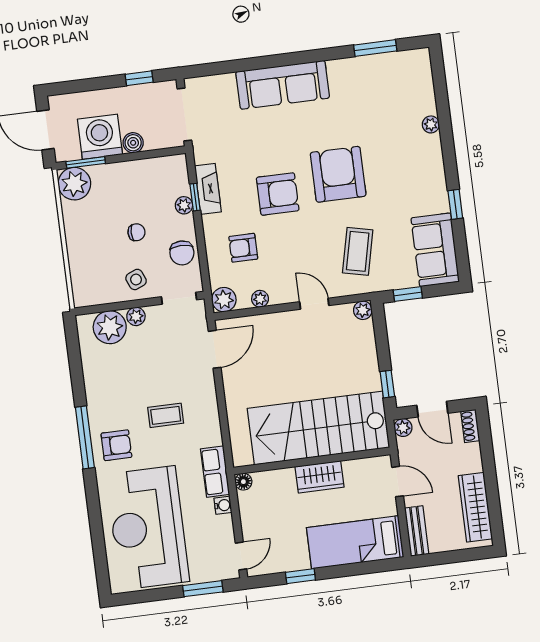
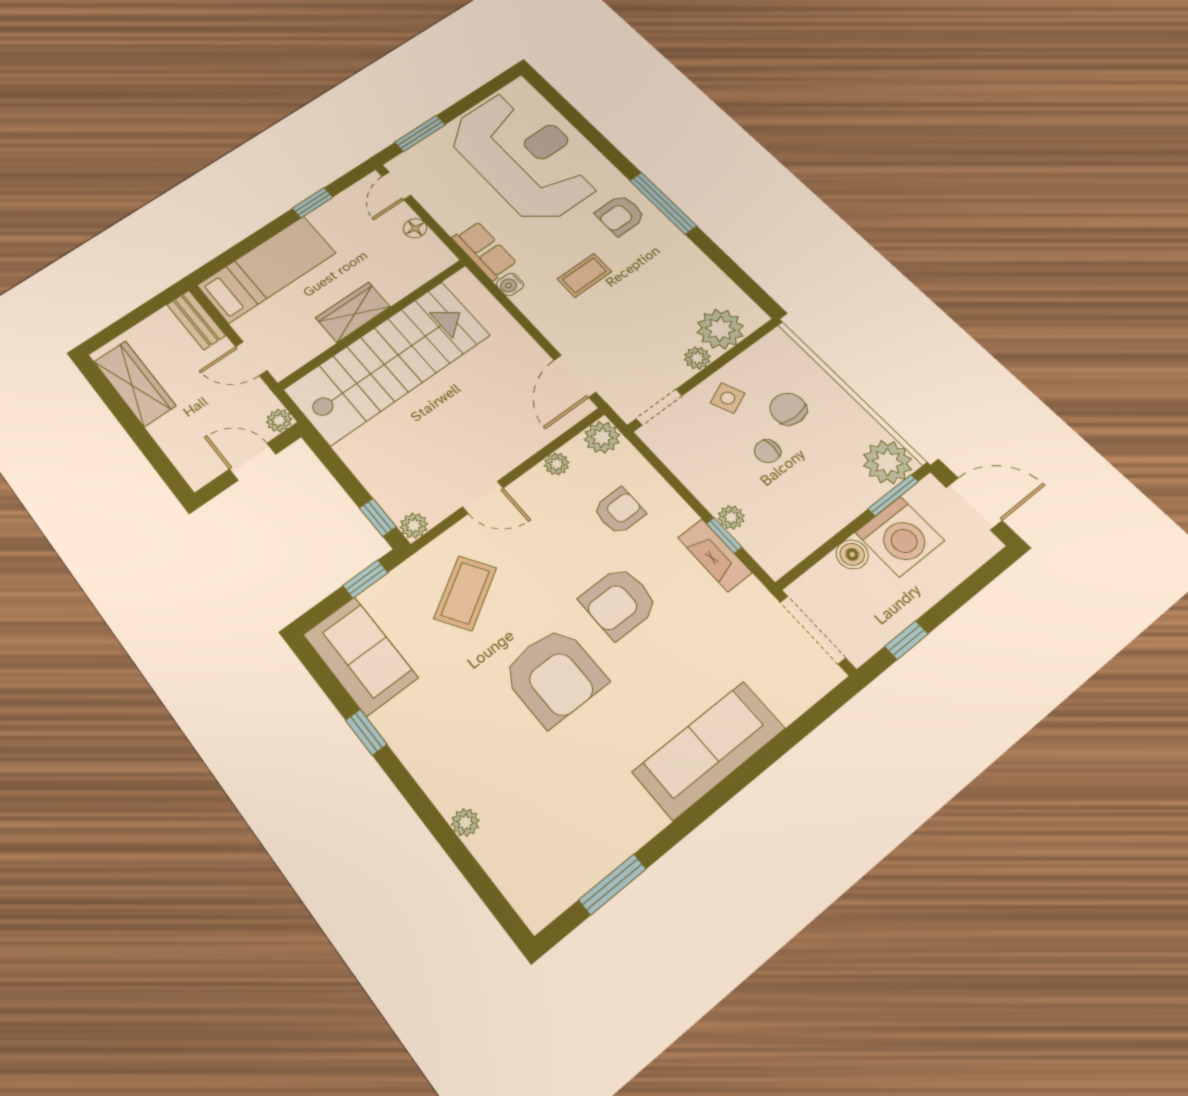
coffee table: (358, 251) -> (465, 593), turned 45
chair: (182, 253) -> (788, 409), moved
window: (387, 384) -> (378, 517), moved
shoe rack: (470, 426) -> (191, 470), removed
floor lamp: (243, 482) -> (415, 228), moved
water cooler: (223, 505) -> (510, 284), moved

